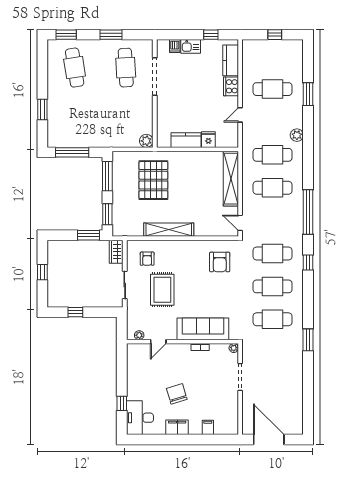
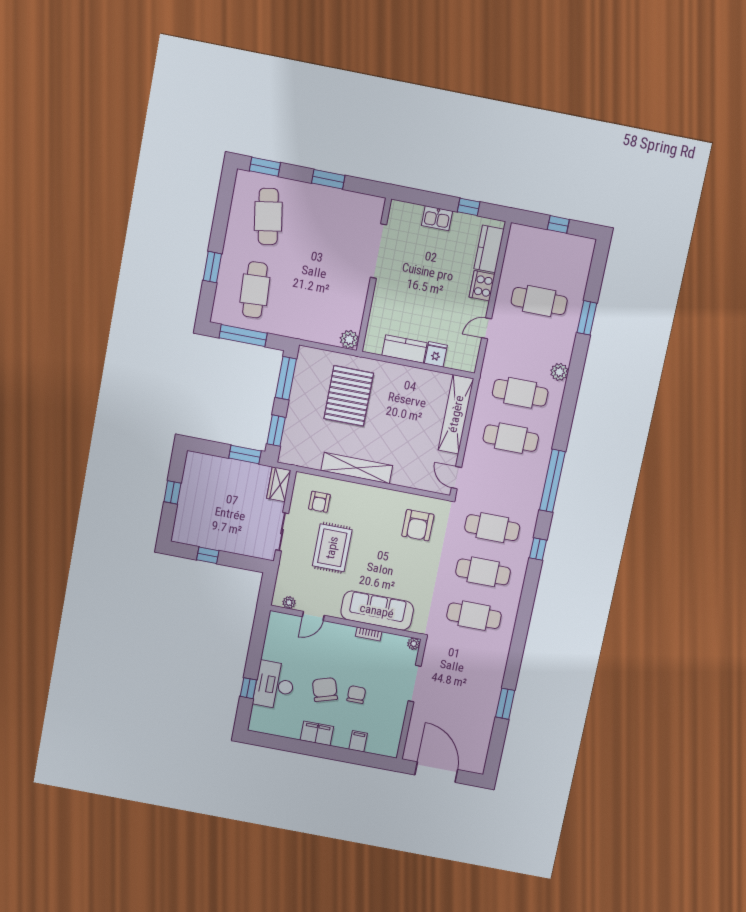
dishwasher: (175, 46) -> (415, 213), removed
cafe table: (126, 68) -> (255, 290), moved
window: (308, 340) -> (505, 704), moved
chair: (200, 393) -> (356, 695), added
desk: (140, 418) -> (274, 685), moved

